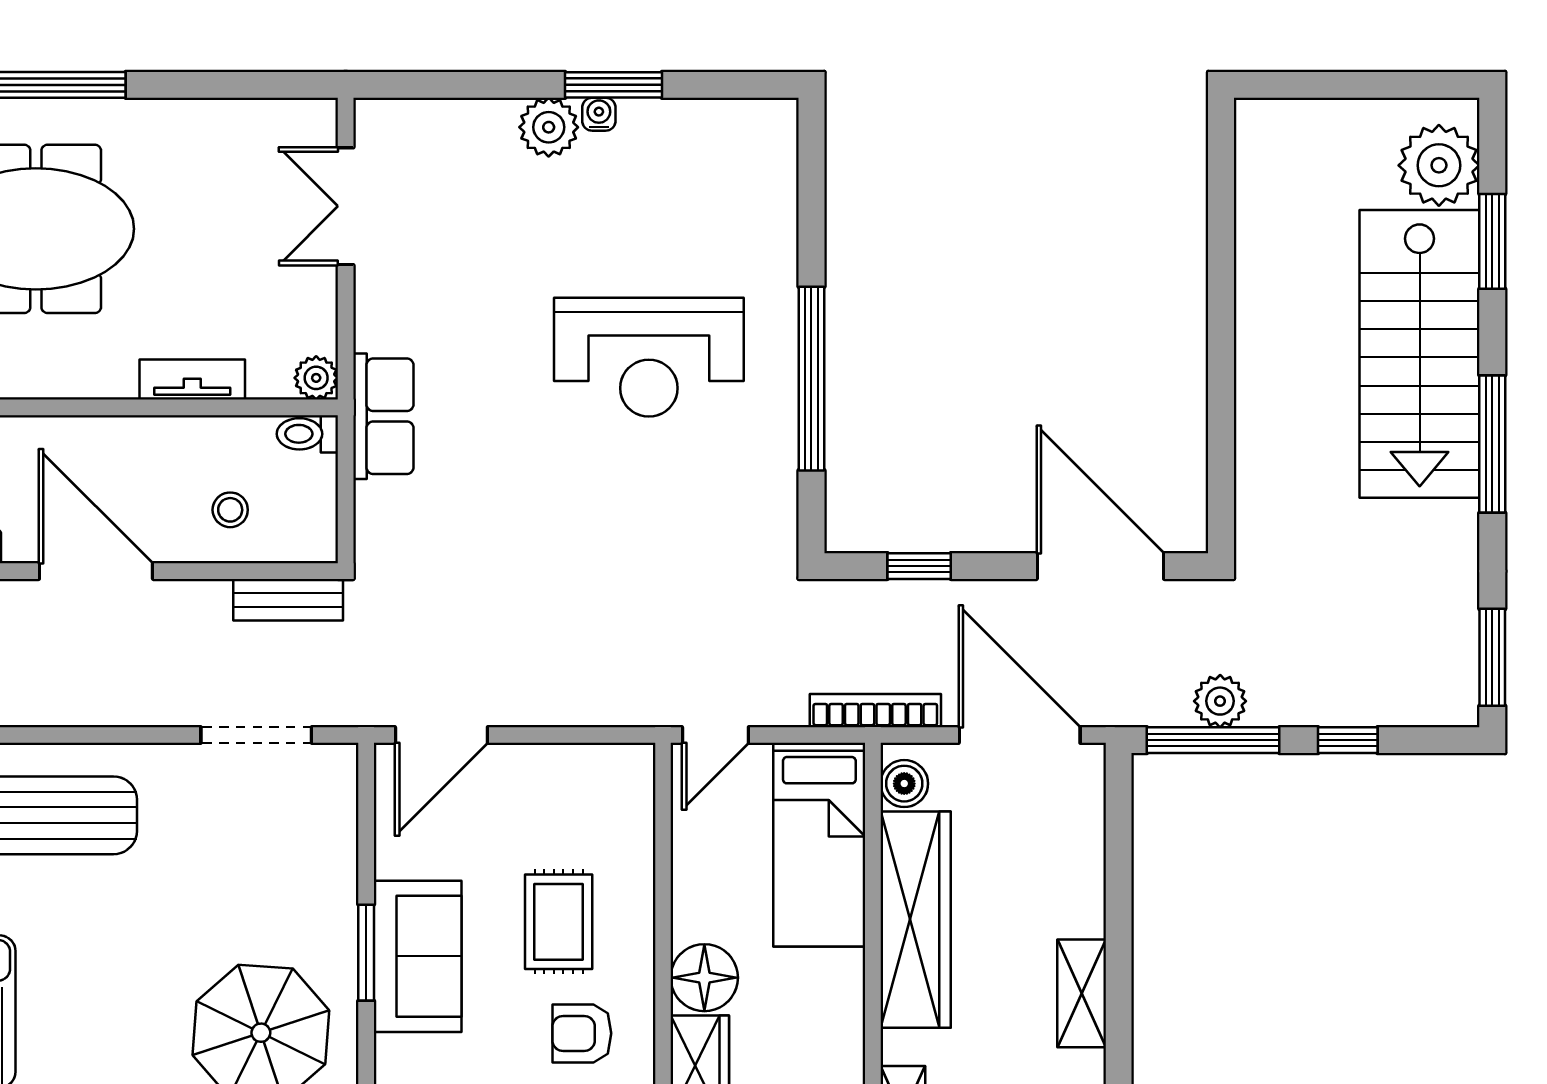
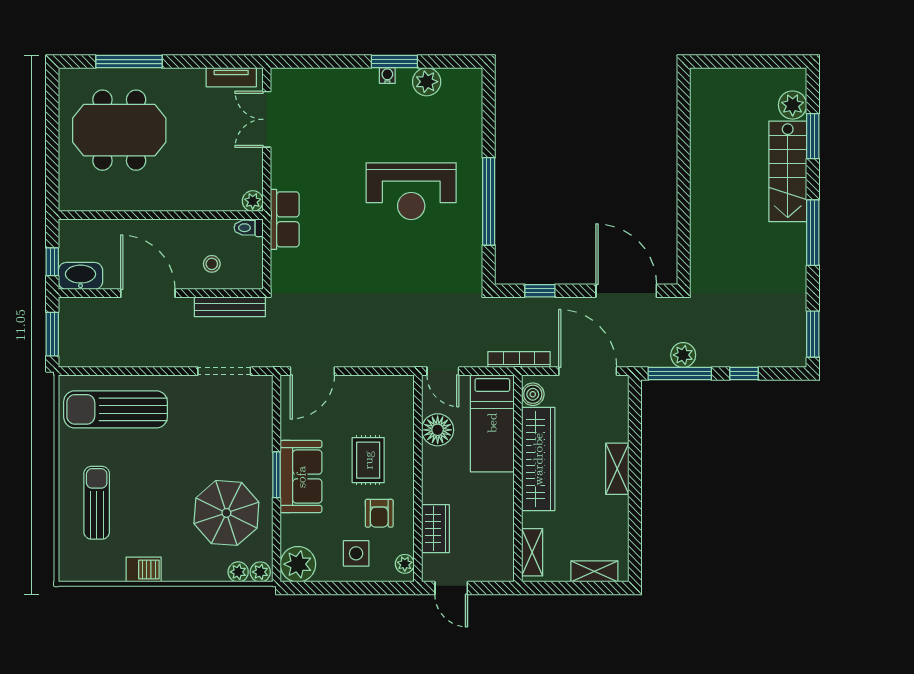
plant: (549, 127) -> (427, 82), moved
plant: (1439, 165) -> (793, 105), width x0.73, depth x0.73
stairs: (1420, 354) -> (788, 171), width x0.73, depth x0.66
tv unit: (192, 380) -> (231, 77), moved, turned 180
bench: (288, 600) -> (230, 307), width x1.36
door: (715, 735) -> (443, 371), hinge flipped
floor lamp: (704, 978) -> (438, 430), moved
shelving: (1082, 993) -> (617, 469), moved
armchair: (582, 1033) -> (379, 513), turned -90

